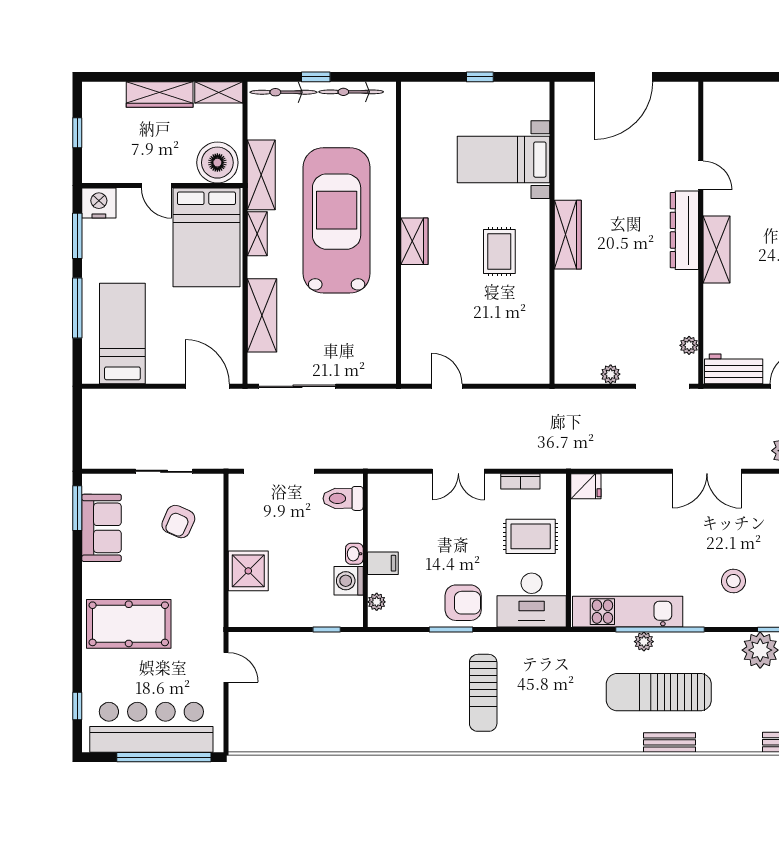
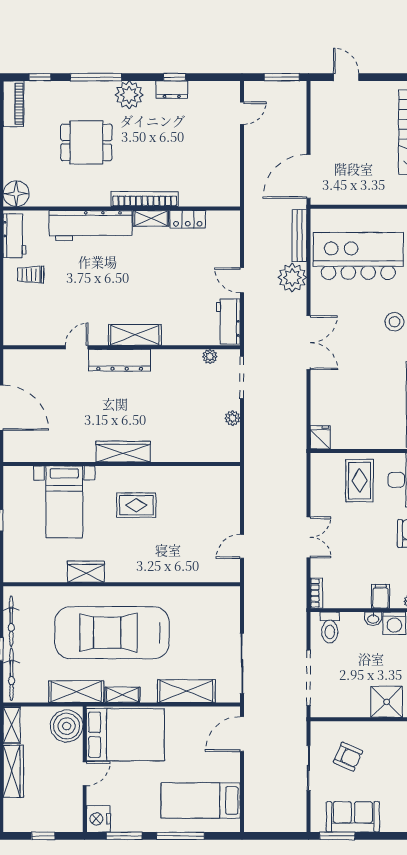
wardrobe: (414, 241) -> (86, 572), moved
bookcase: (520, 481) -> (316, 593), moved

